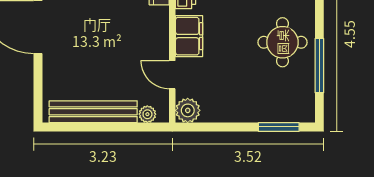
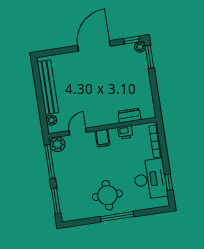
filing cabinet: (189, 36) -> (103, 138), width x0.50
window: (319, 66) -> (117, 217), moved
window: (214, 127) -> (50, 162), added

